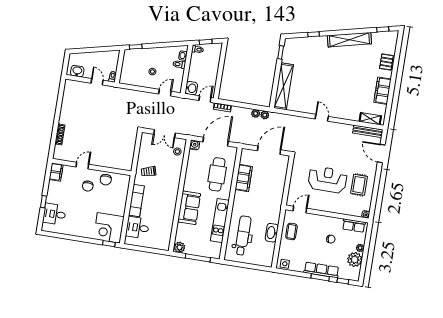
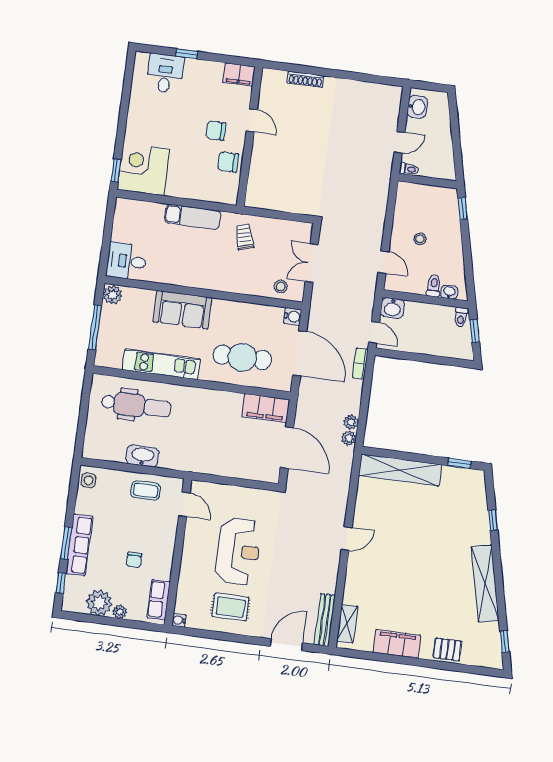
filing cabinet: (244, 178) -> (266, 408), moved
desk: (137, 228) -> (127, 261), moved, turned -90

